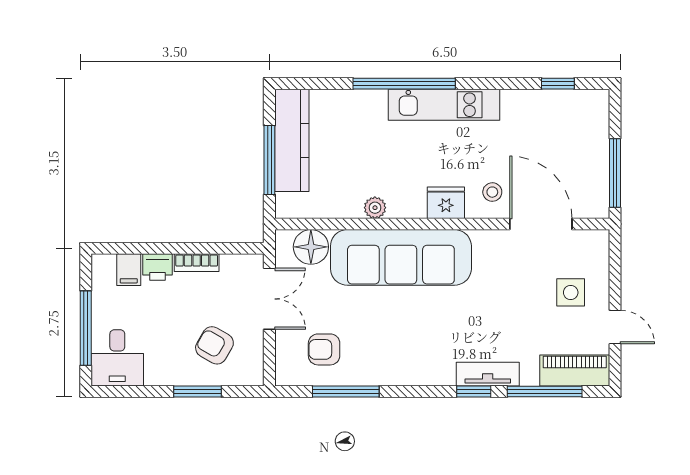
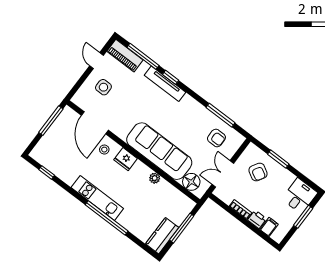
kitchen counter: (292, 140) -> (162, 236), width x0.67
window: (86, 328) -> (303, 217), width x0.69
tv unit: (488, 374) -> (165, 84), width x1.41

